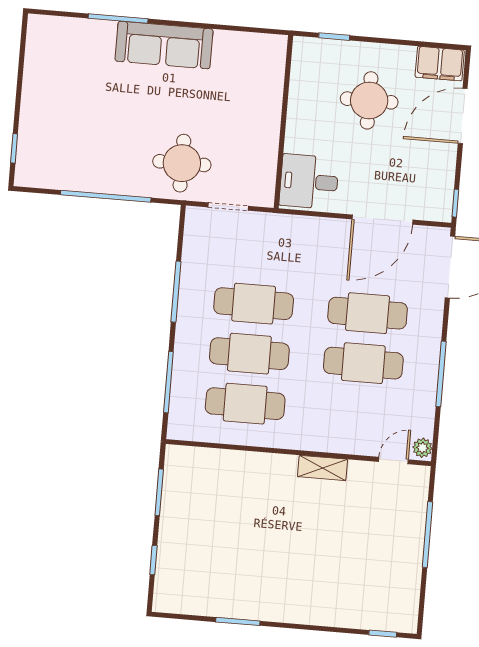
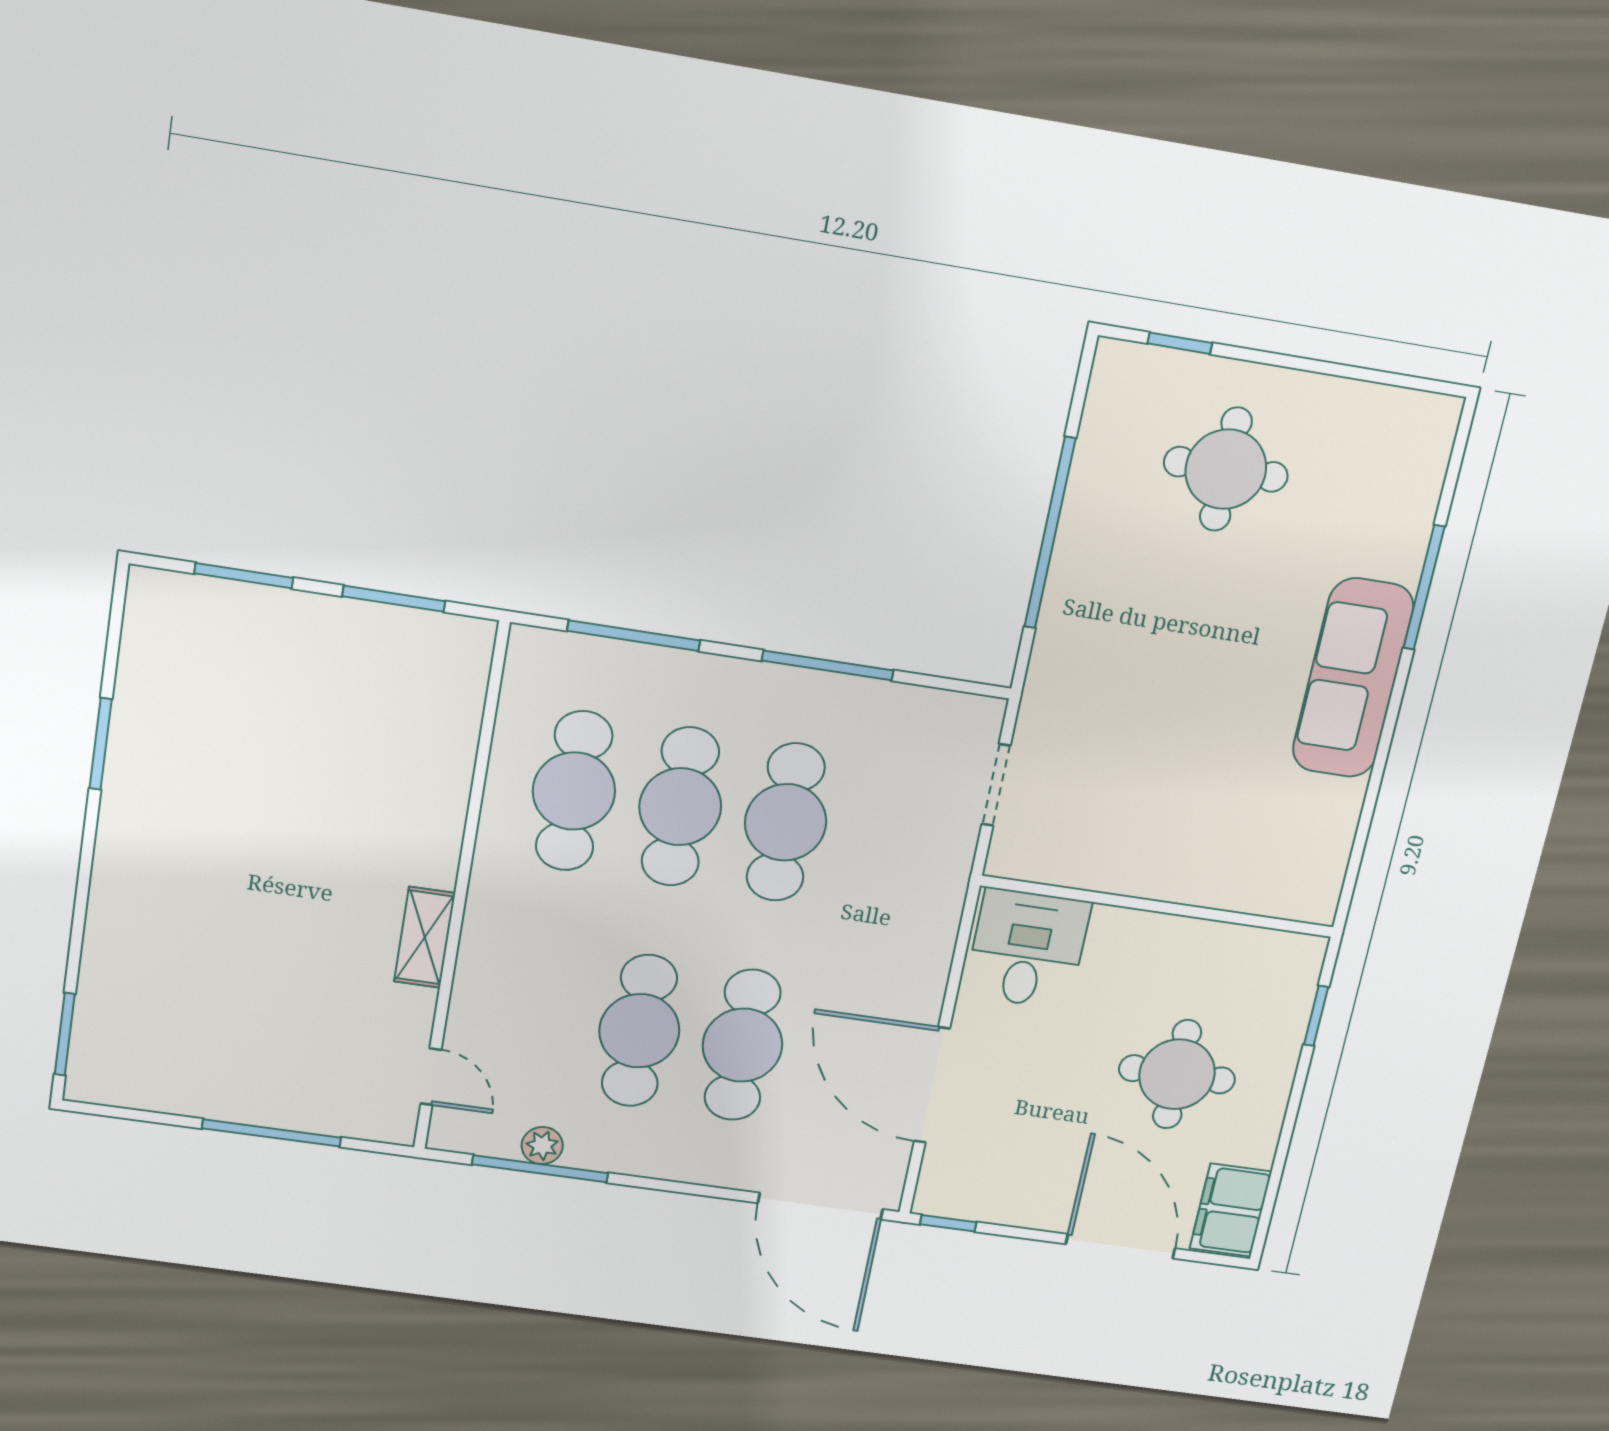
round table: (182, 163) -> (1226, 469), moved
window: (441, 374) -> (540, 1169), moved
plant: (422, 448) -> (542, 1146), moved
window: (153, 560) -> (244, 576), width x1.50
window: (383, 634) -> (65, 1034), width x1.50

